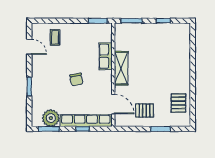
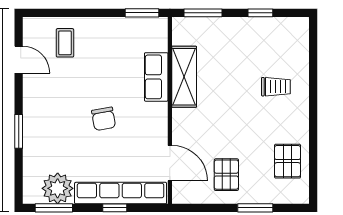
trolley: (172, 62) -> (276, 87), added
shelving: (121, 68) -> (184, 77), moved
pallet: (144, 110) -> (226, 175), turned 90

